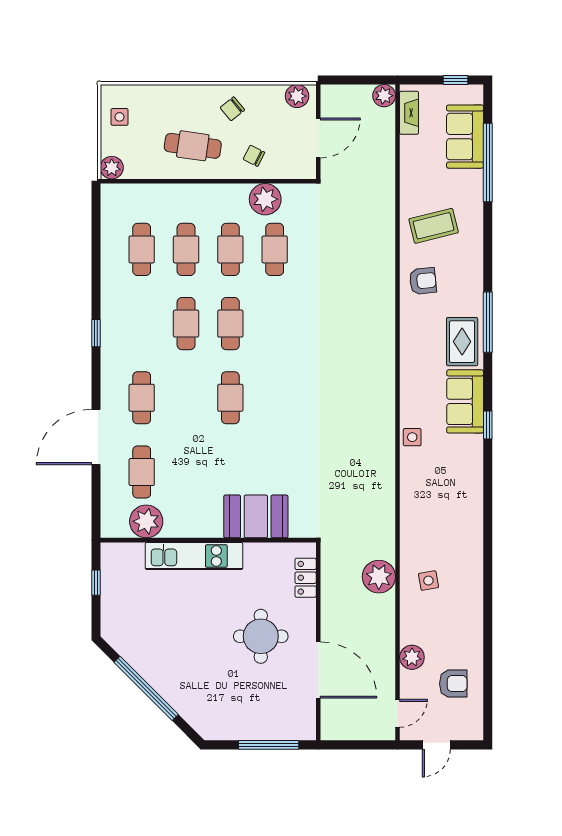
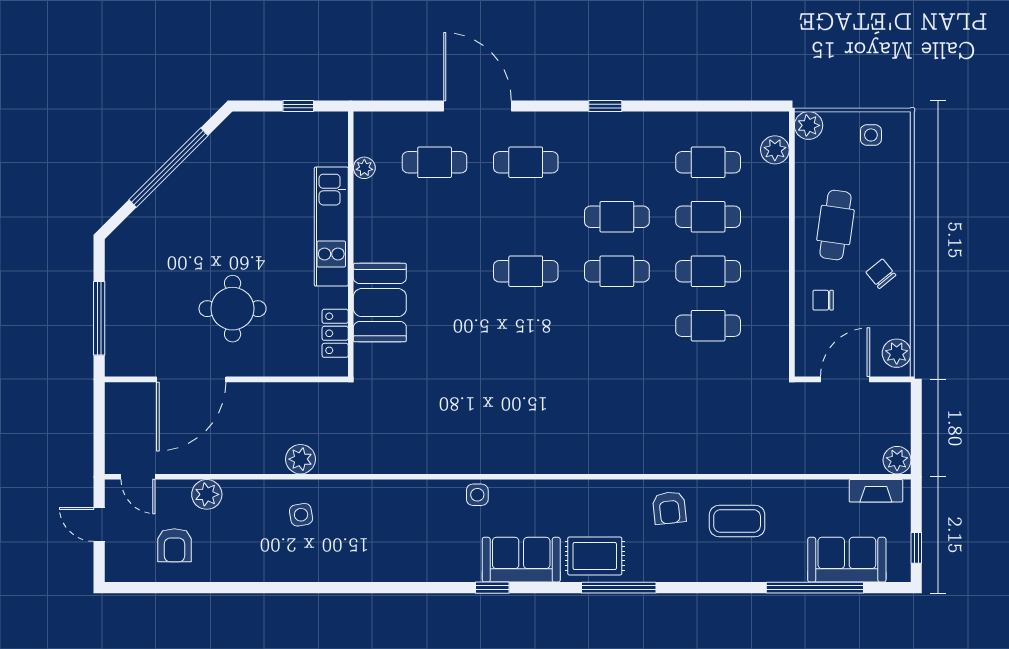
door: (318, 138) -> (845, 379), swing flipped
chair: (254, 156) -> (823, 300), turned -117
plant: (265, 199) -> (775, 150), moved, width x0.73, depth x0.73
coffee table: (434, 226) -> (737, 521), turned -76
plant: (146, 521) -> (364, 168), width x0.53, depth x0.53
plant: (379, 577) -> (301, 459), width x0.73, depth x0.73
locker: (306, 578) -> (335, 333), moved, turned -90

